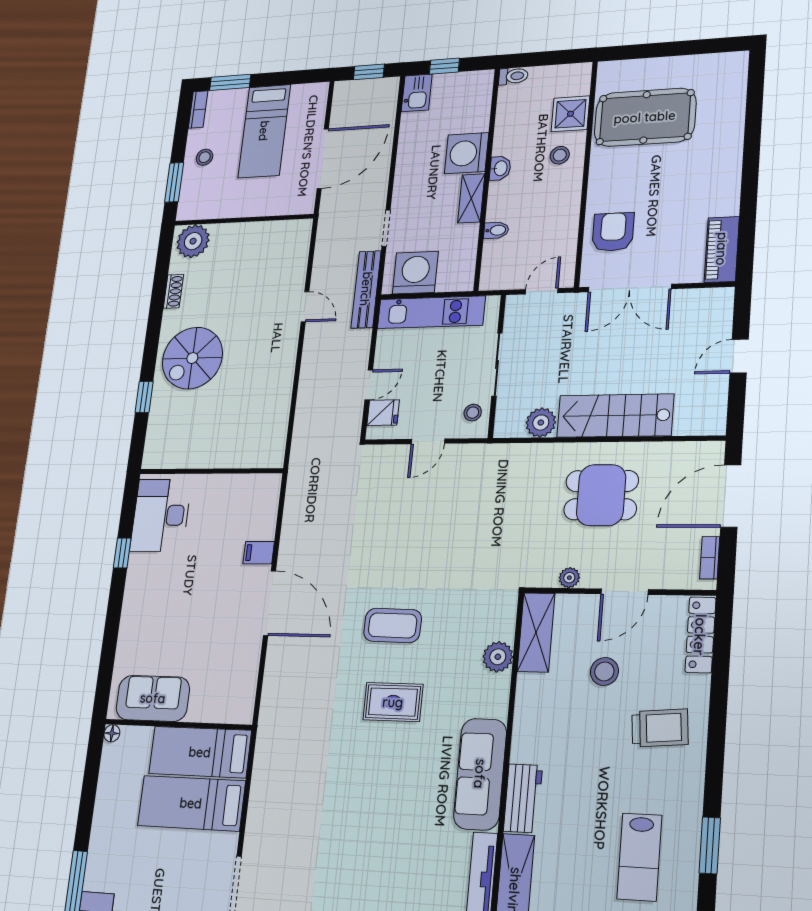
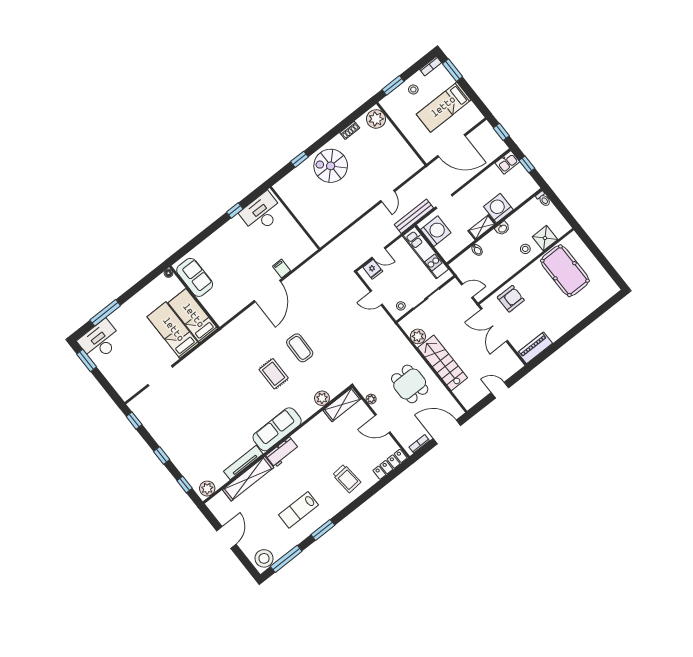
stool: (604, 671) -> (349, 442), removed

